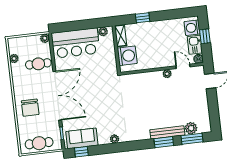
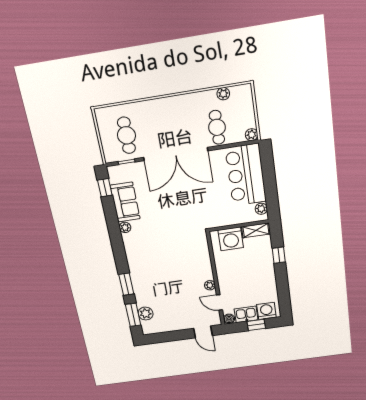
door: (183, 66) -> (219, 302), swing flipped
chair: (30, 108) -> (157, 119), removed
bench: (167, 132) -> (138, 288), removed
sofa: (82, 138) -> (125, 202), moved
cafe table: (39, 143) -> (126, 135), moved

